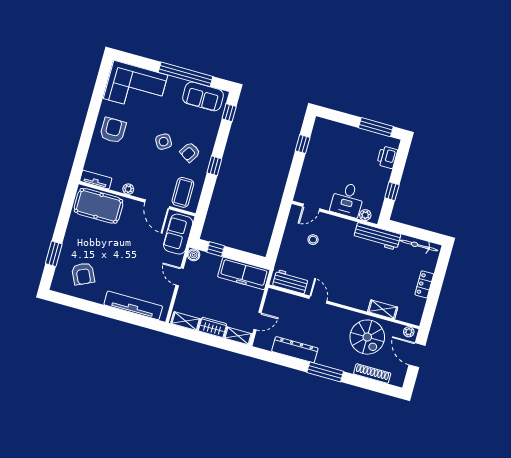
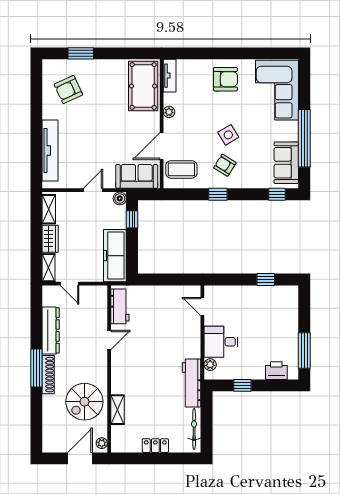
stool: (313, 240) -> (170, 318), removed
shoe rack: (372, 374) -> (48, 375), moved

